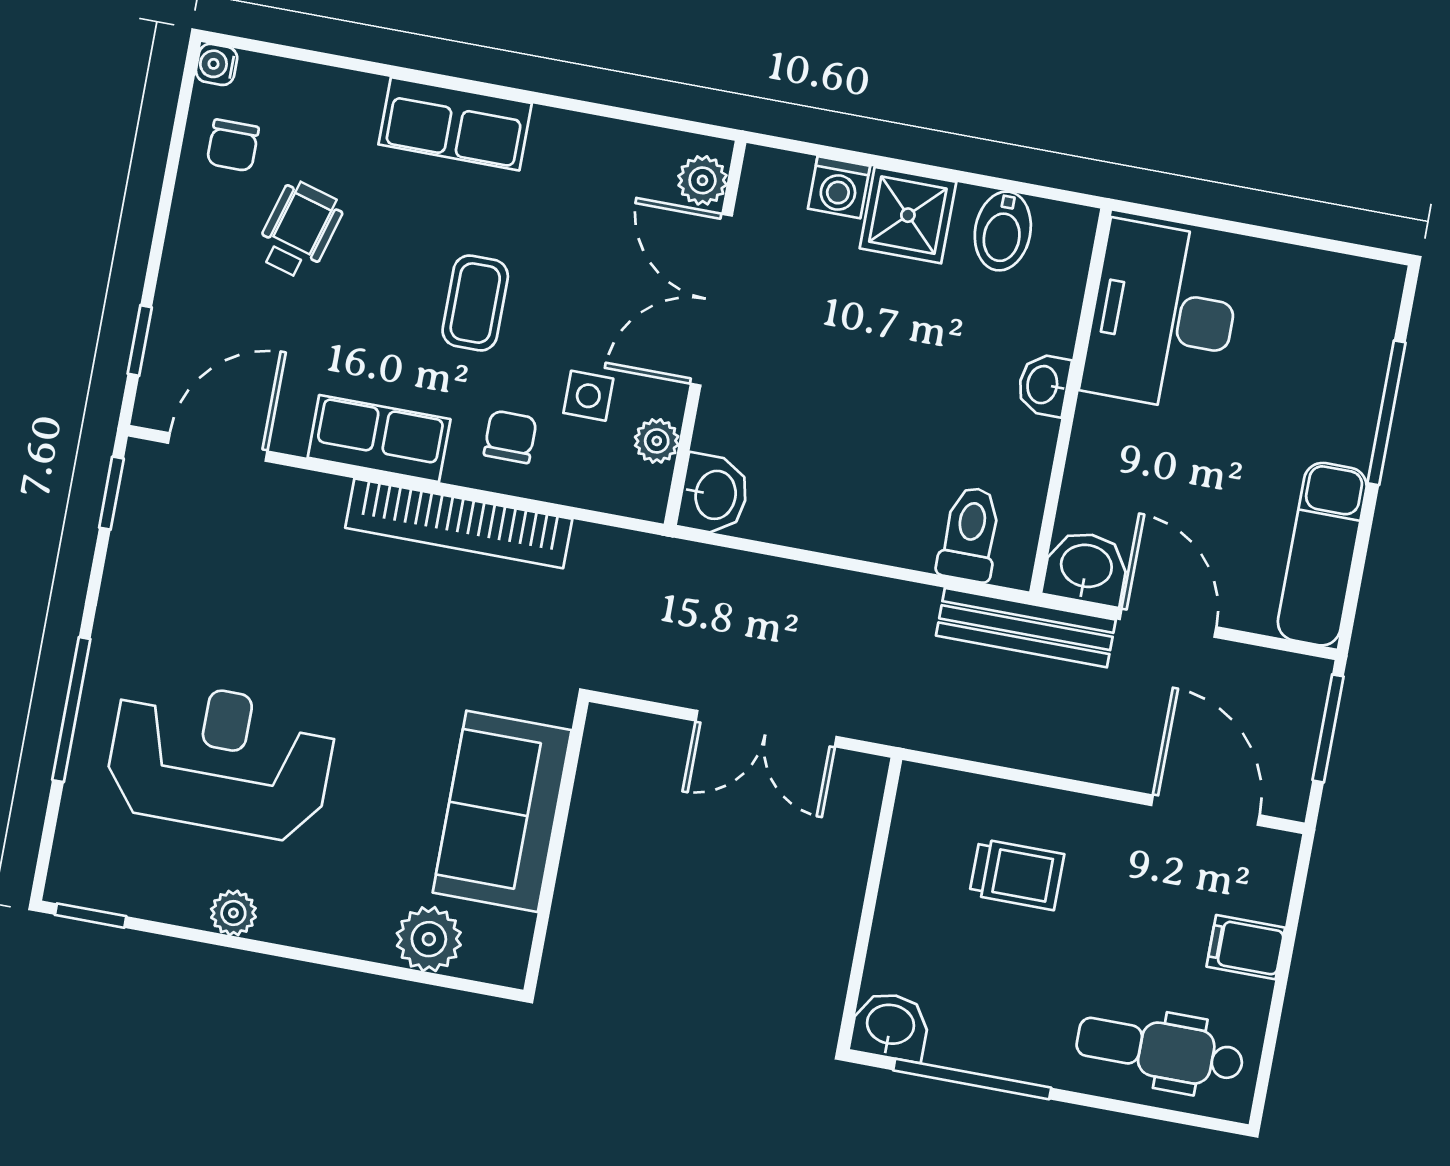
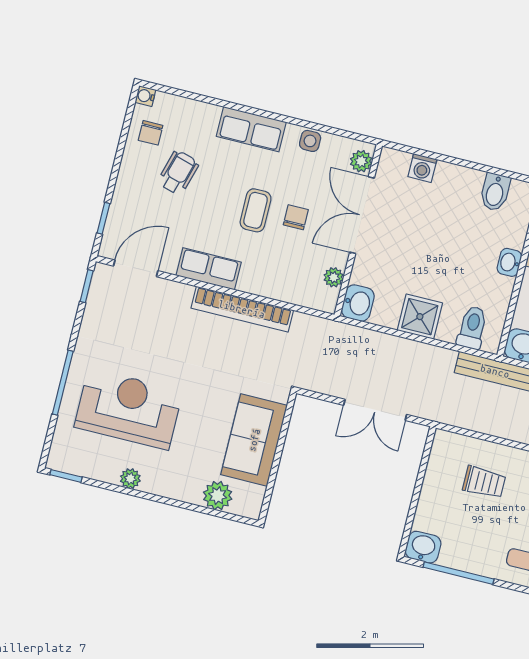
shower: (908, 215) -> (420, 317), moved
side table: (588, 396) -> (310, 141), moved
chair: (510, 437) -> (296, 217), moved

